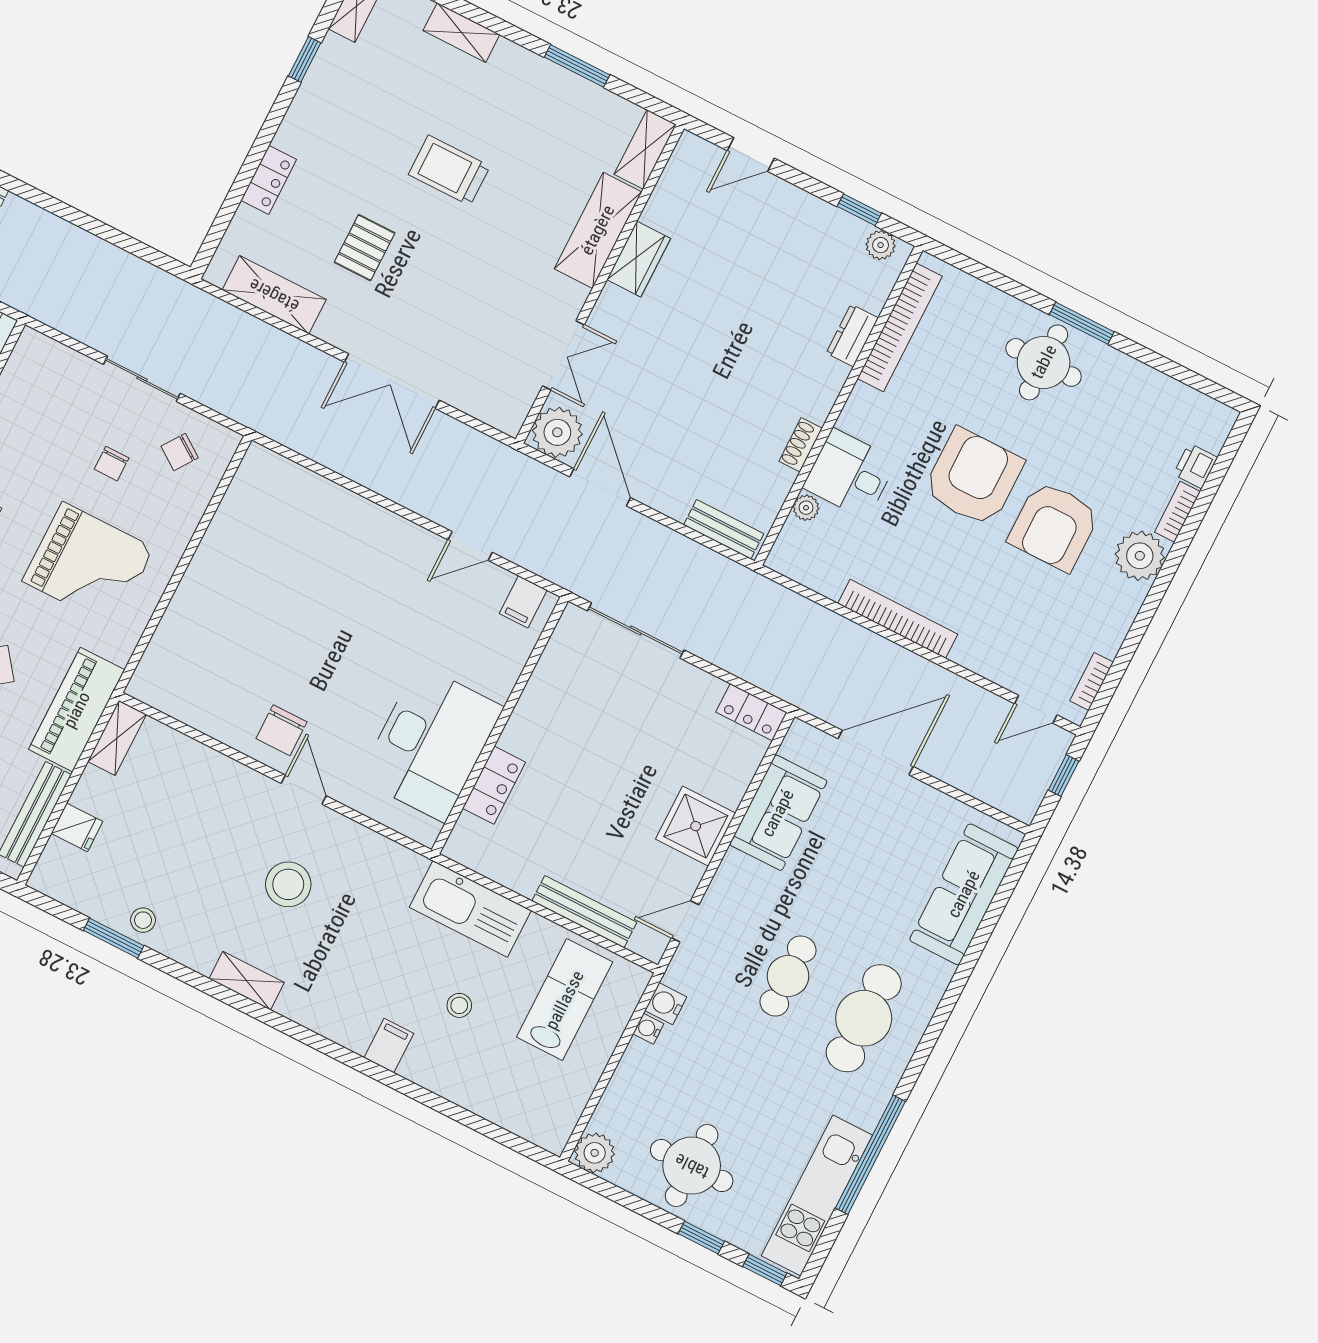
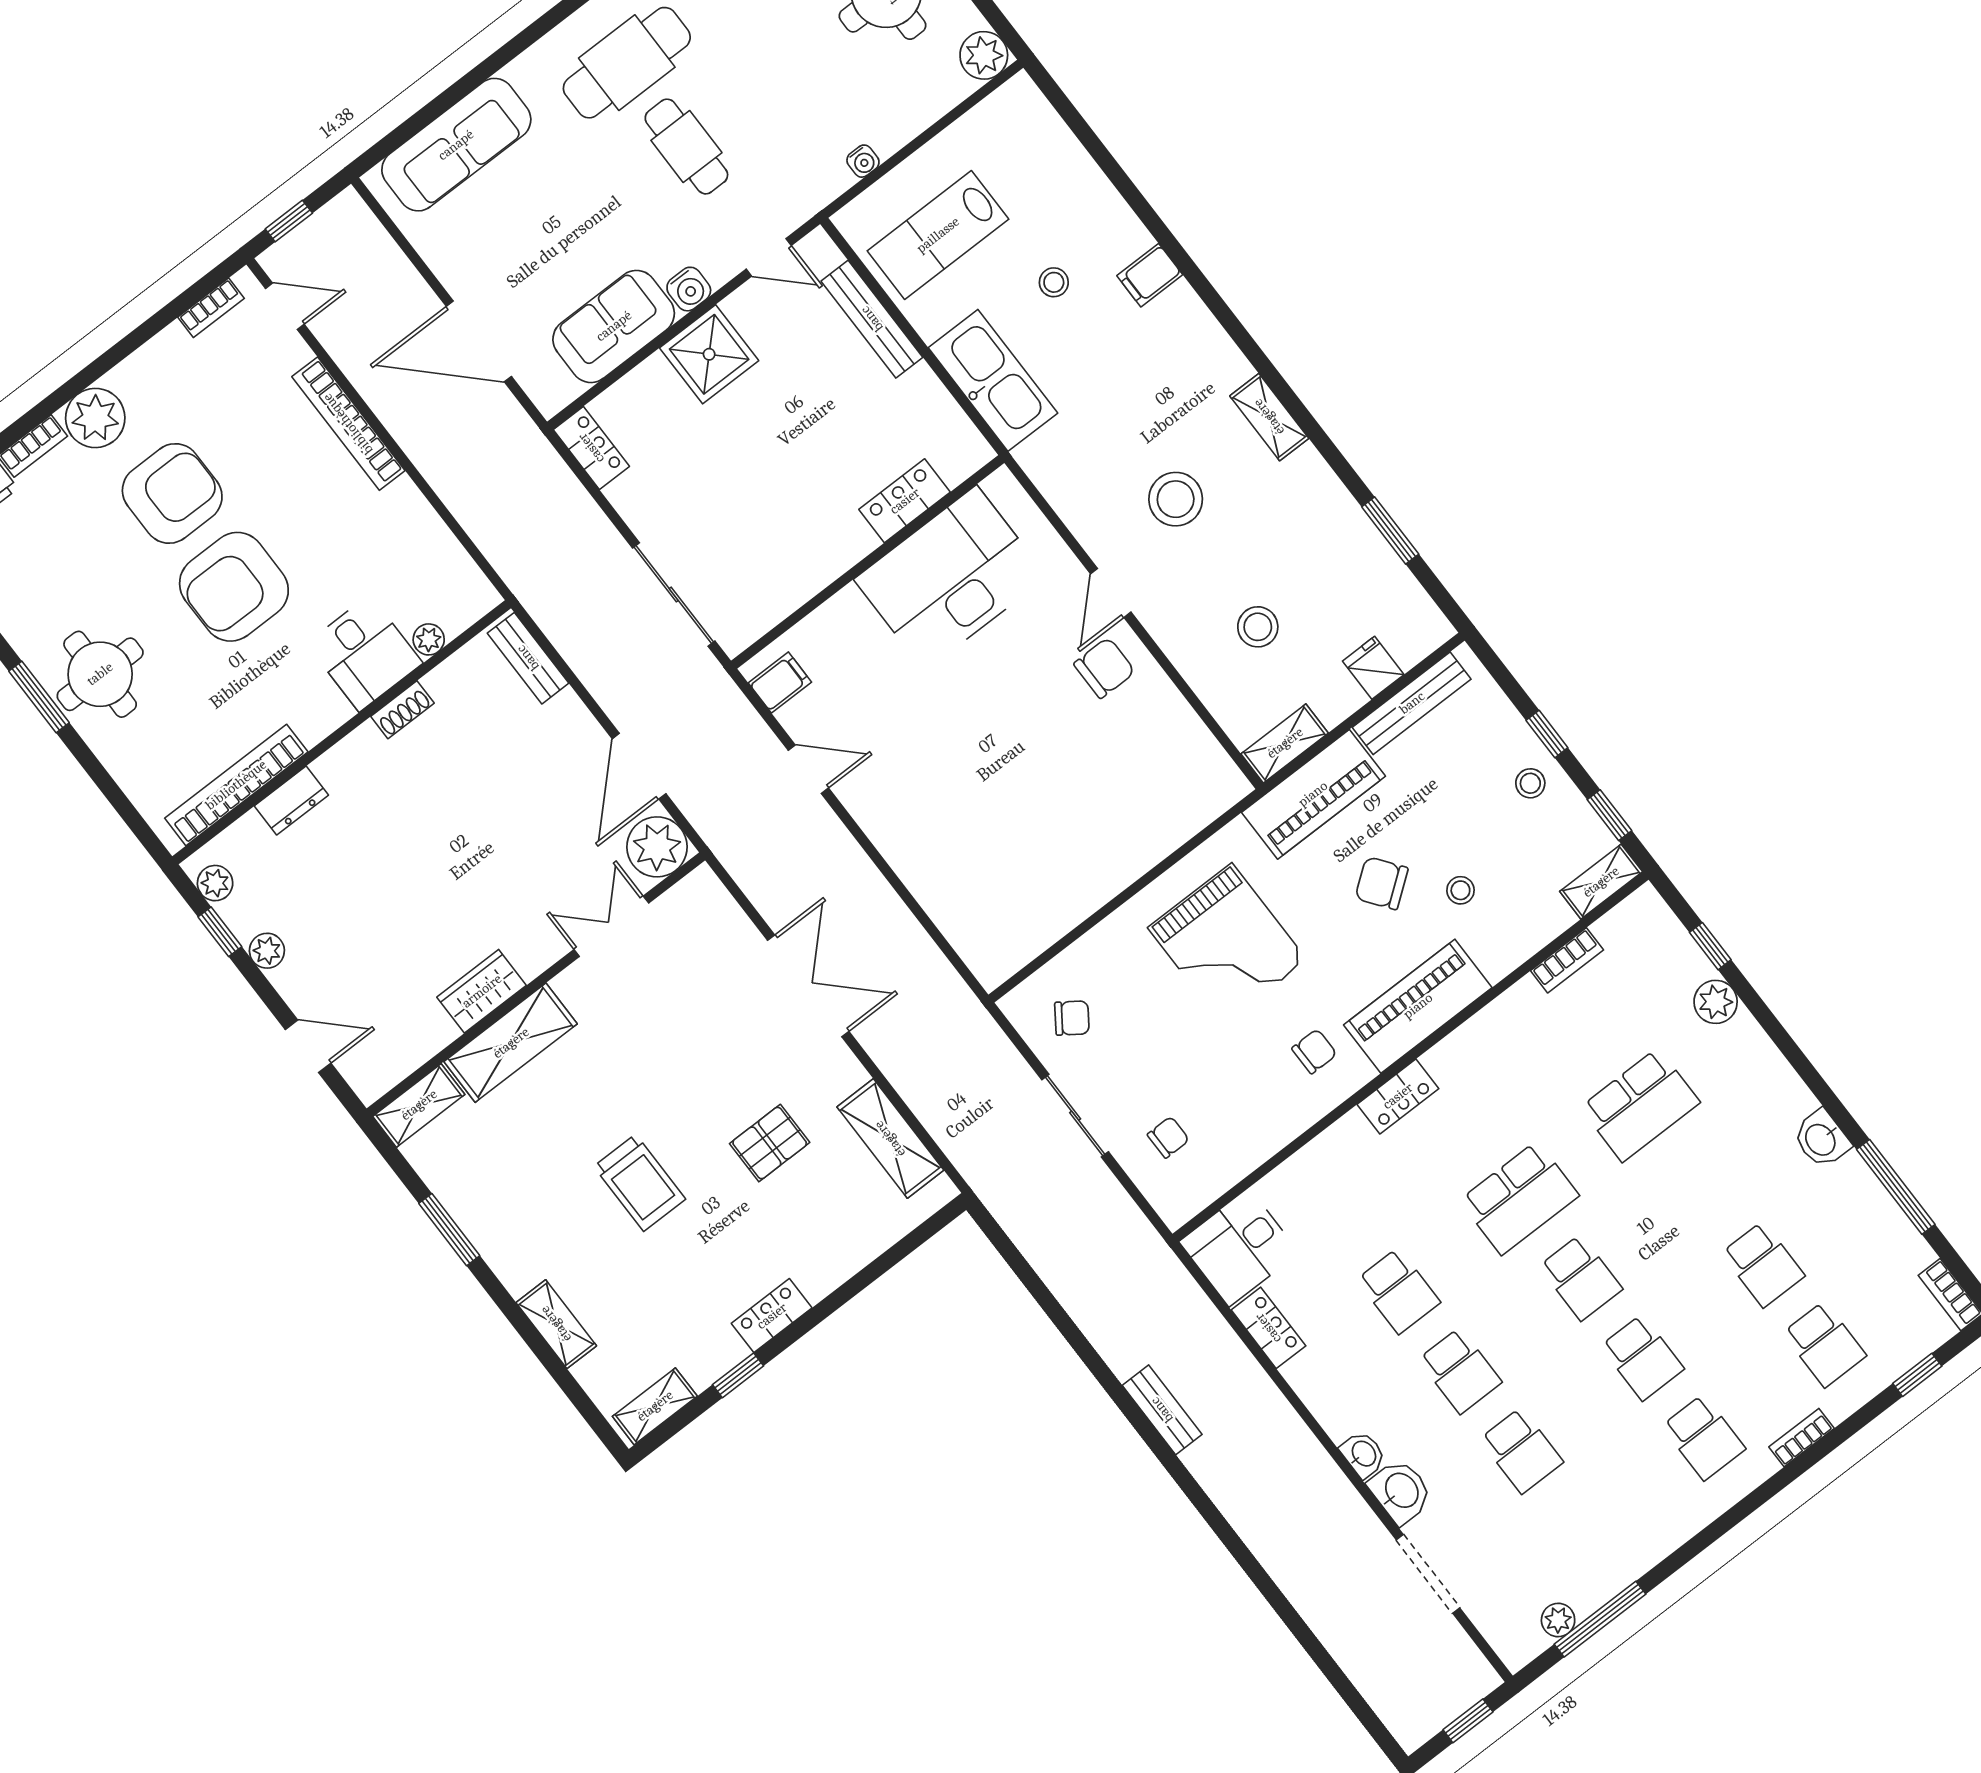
locker: (269, 180) -> (772, 1316), moved
plant: (817, 212) -> (267, 951), added
chair: (112, 464) -> (1168, 1137), moved
grand piano: (88, 565) -> (1227, 944), turned 180
bookcase: (898, 619) -> (348, 424), moved
stool: (143, 920) -> (1258, 627), moved, width x1.37, depth x1.37
cafe table: (788, 976) -> (686, 147), turned 90
water cooler: (666, 1004) -> (689, 289), moved

